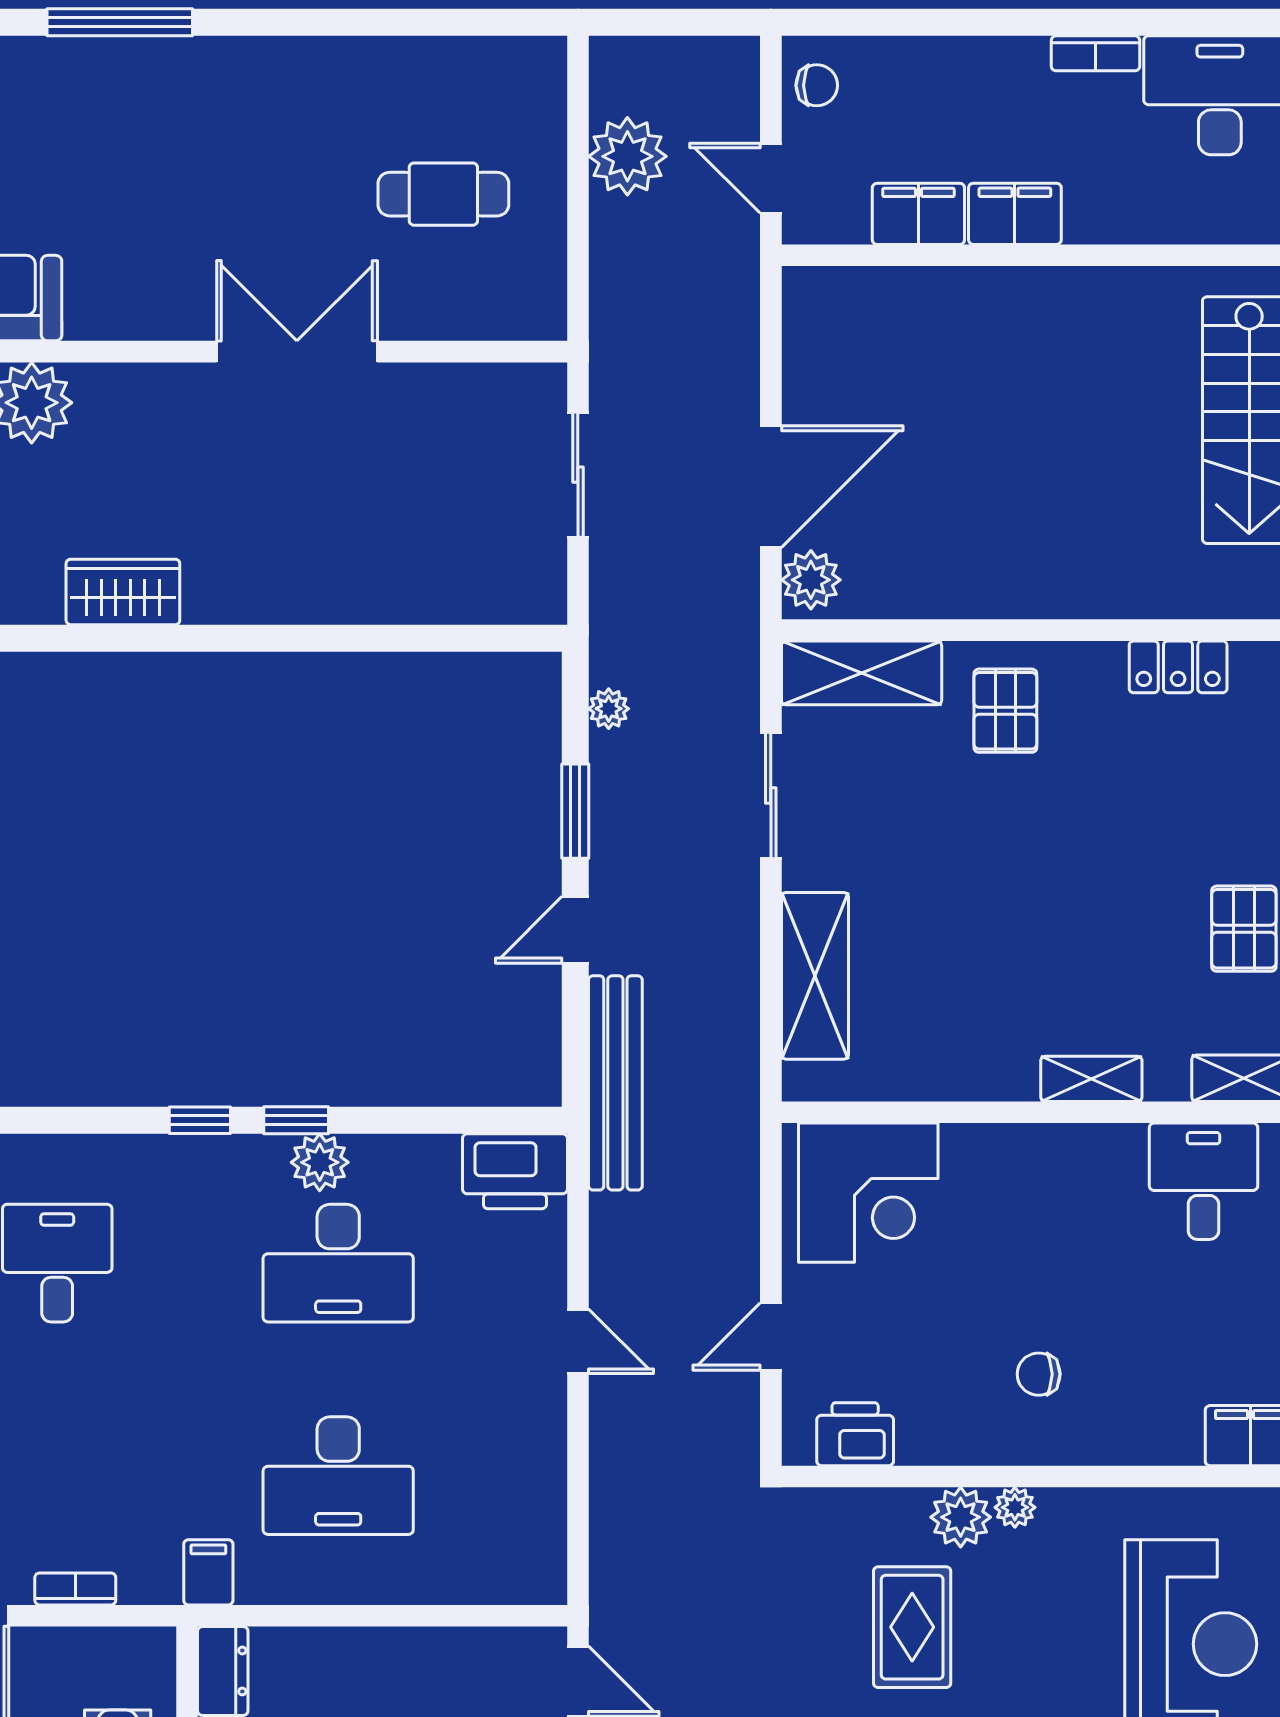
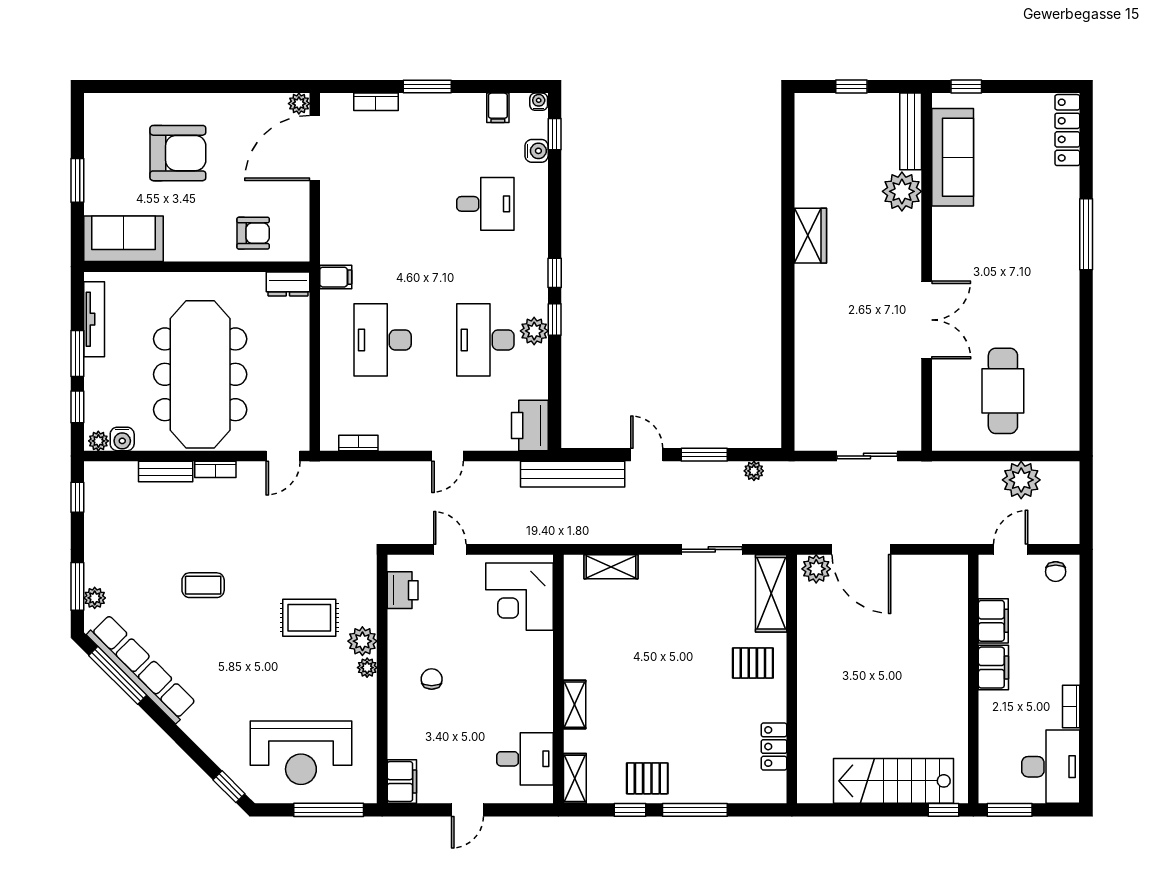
cafe table: (443, 194) -> (1003, 391), width x1.37, depth x1.35
shelving: (815, 976) -> (611, 567), width x0.67, depth x0.75
bookcase: (75, 1589) -> (358, 443), moved, turned -90

